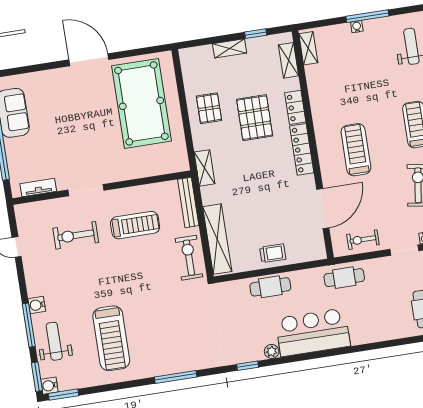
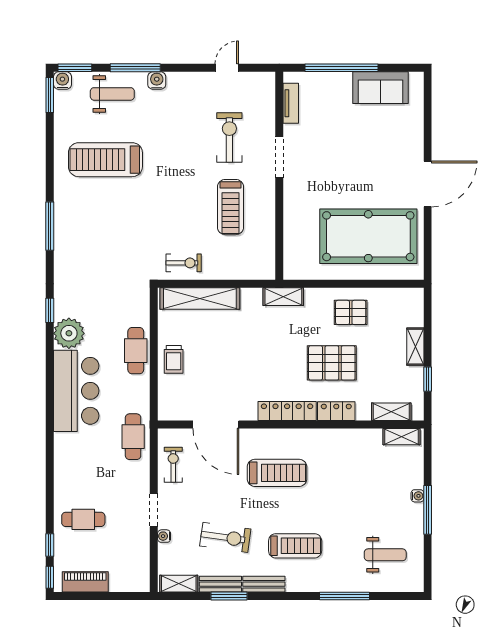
bench: (188, 202) -> (247, 272), removed
exercise bike: (189, 258) -> (184, 263), width x0.73, depth x0.72
plant: (272, 351) -> (69, 333), width x1.87, depth x1.87

